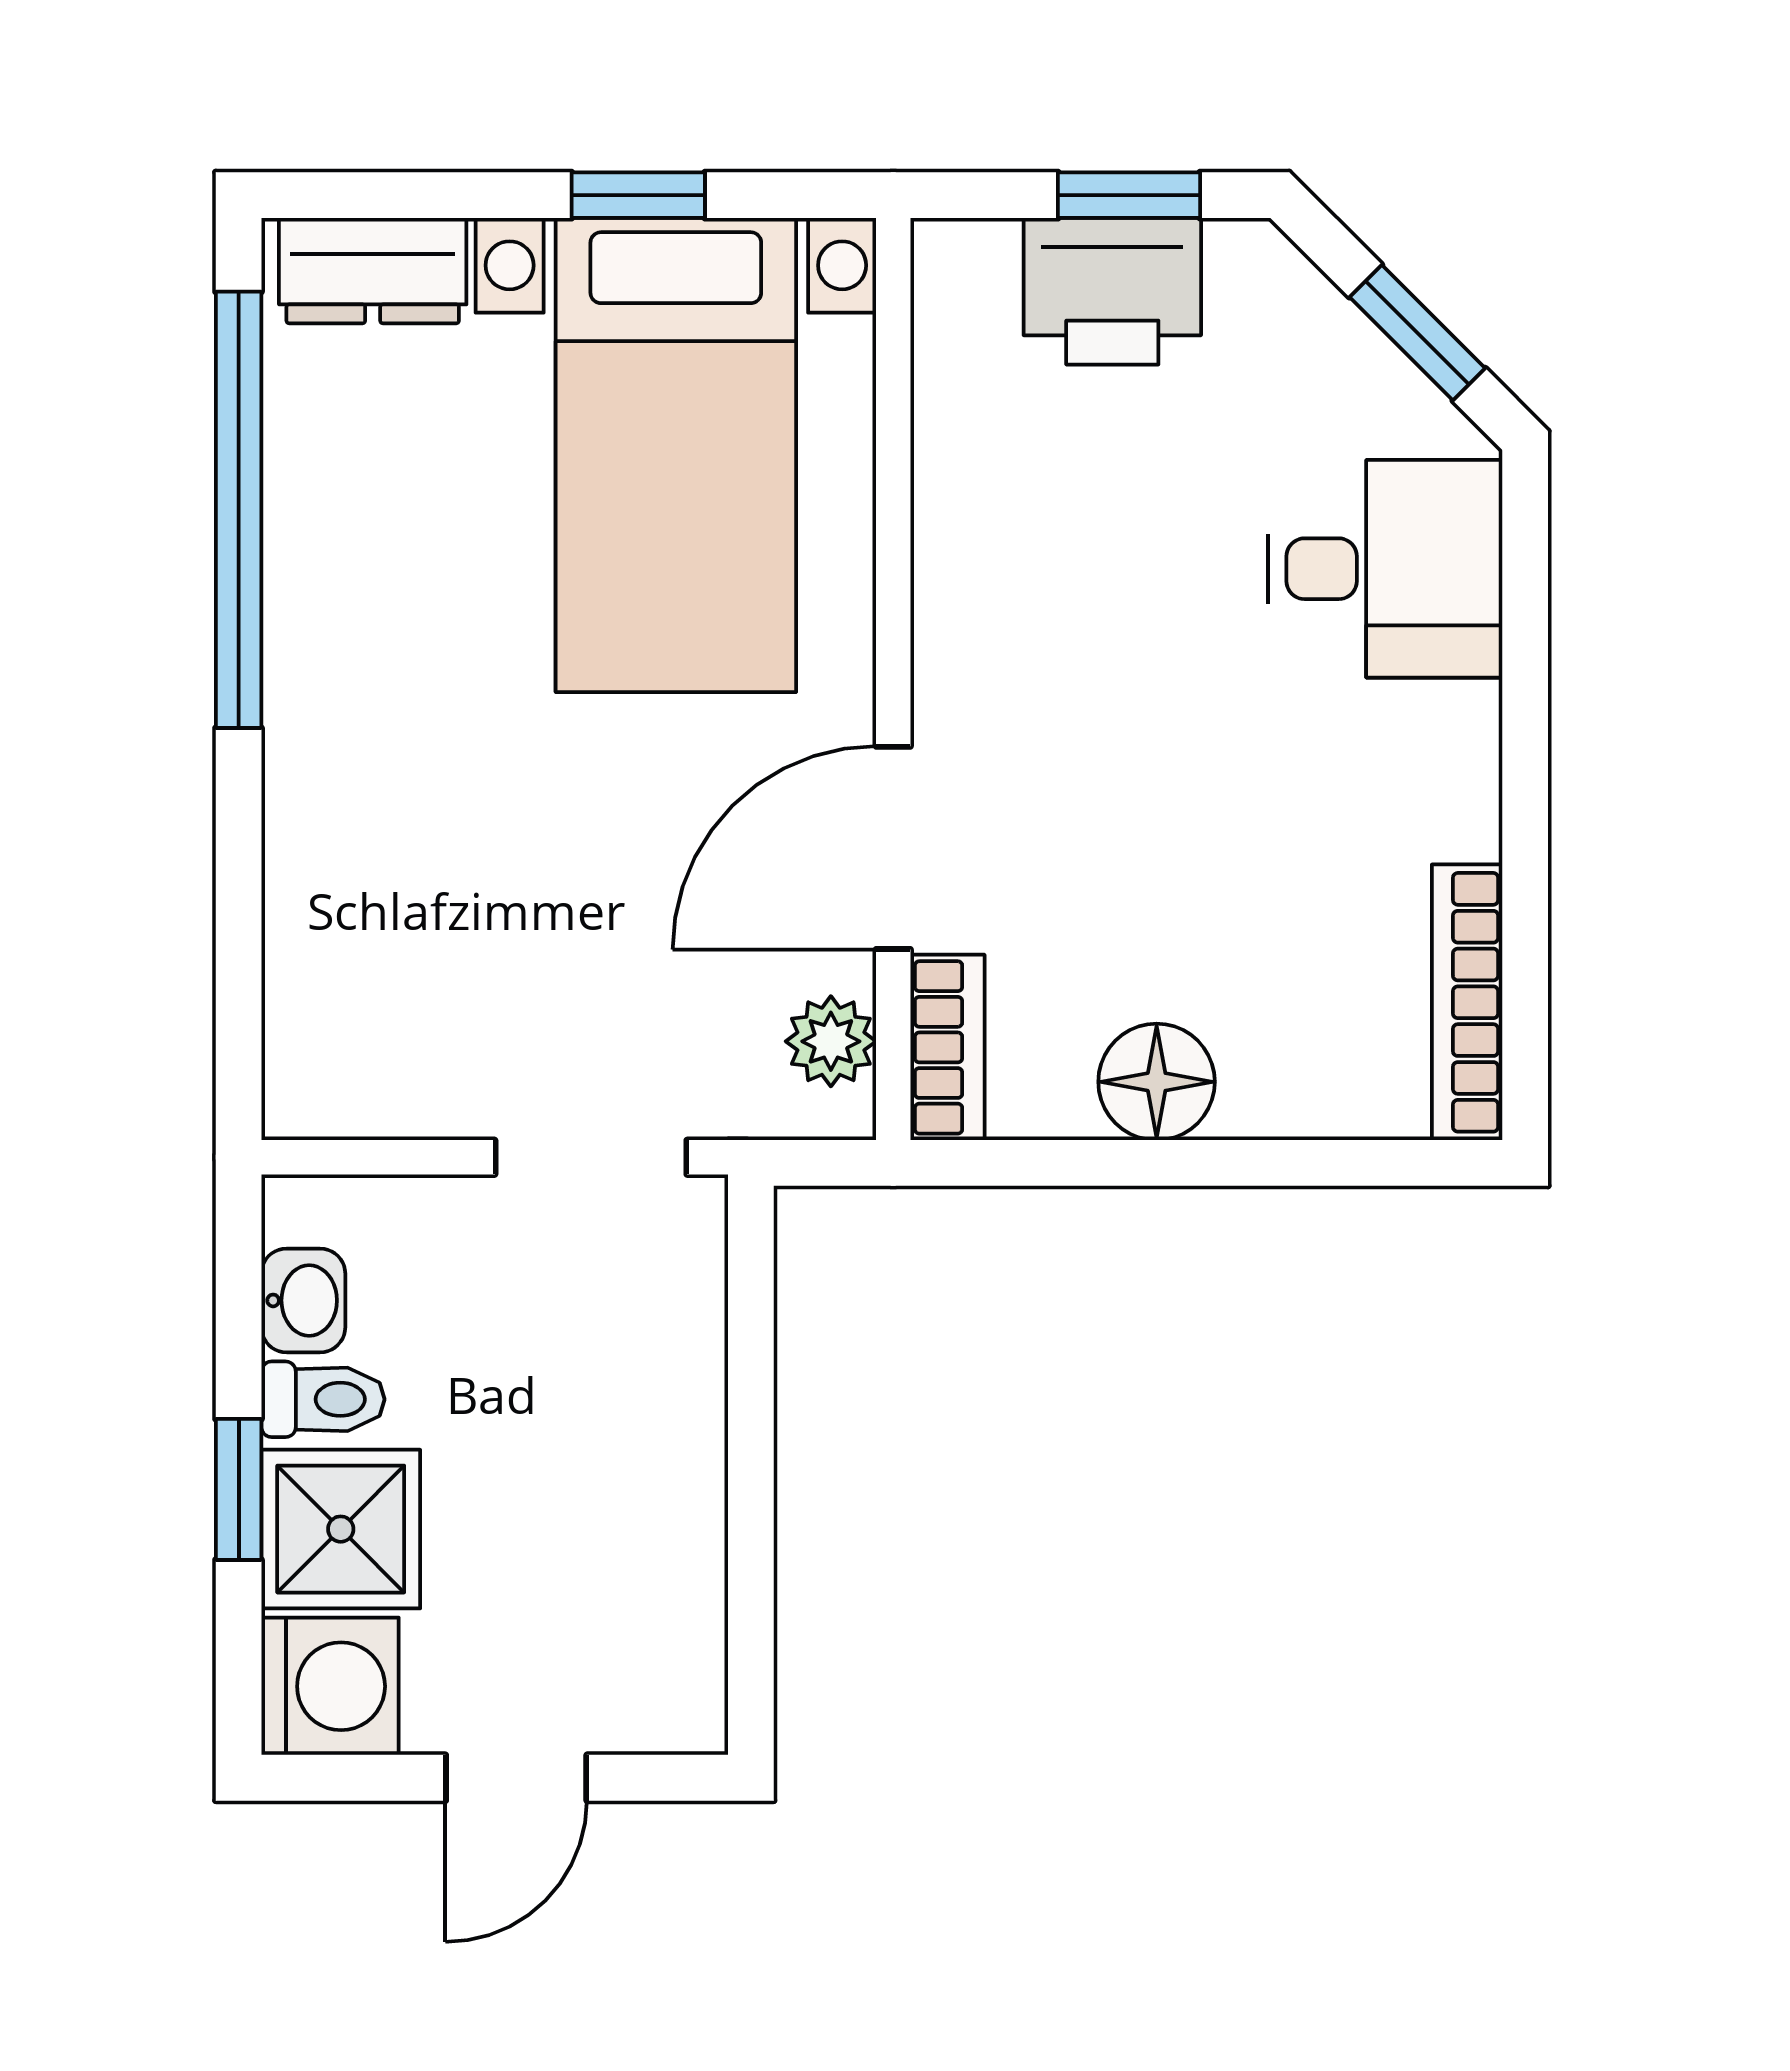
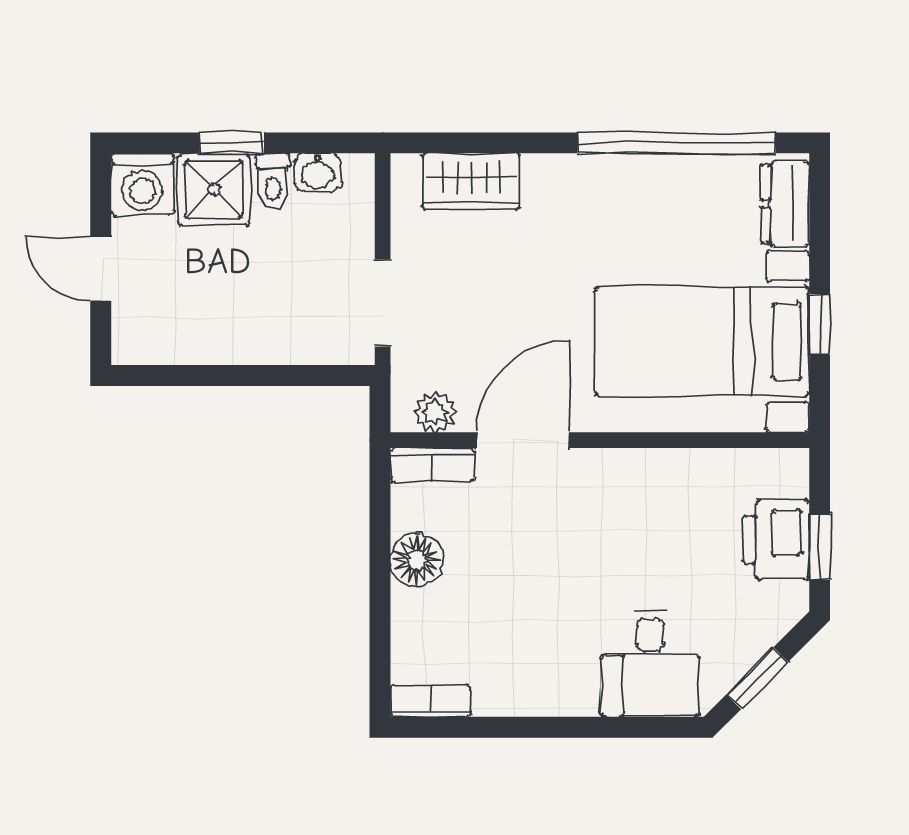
door: (893, 848) -> (523, 440), hinge flipped
wardrobe: (324, 963) -> (471, 182), added
bookcase: (1467, 1002) -> (430, 701), width x0.64

